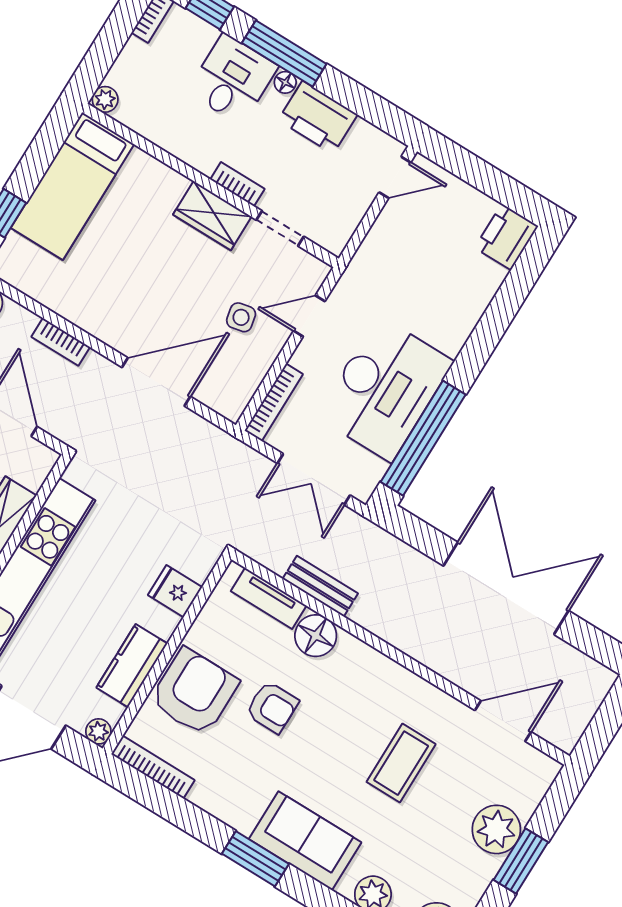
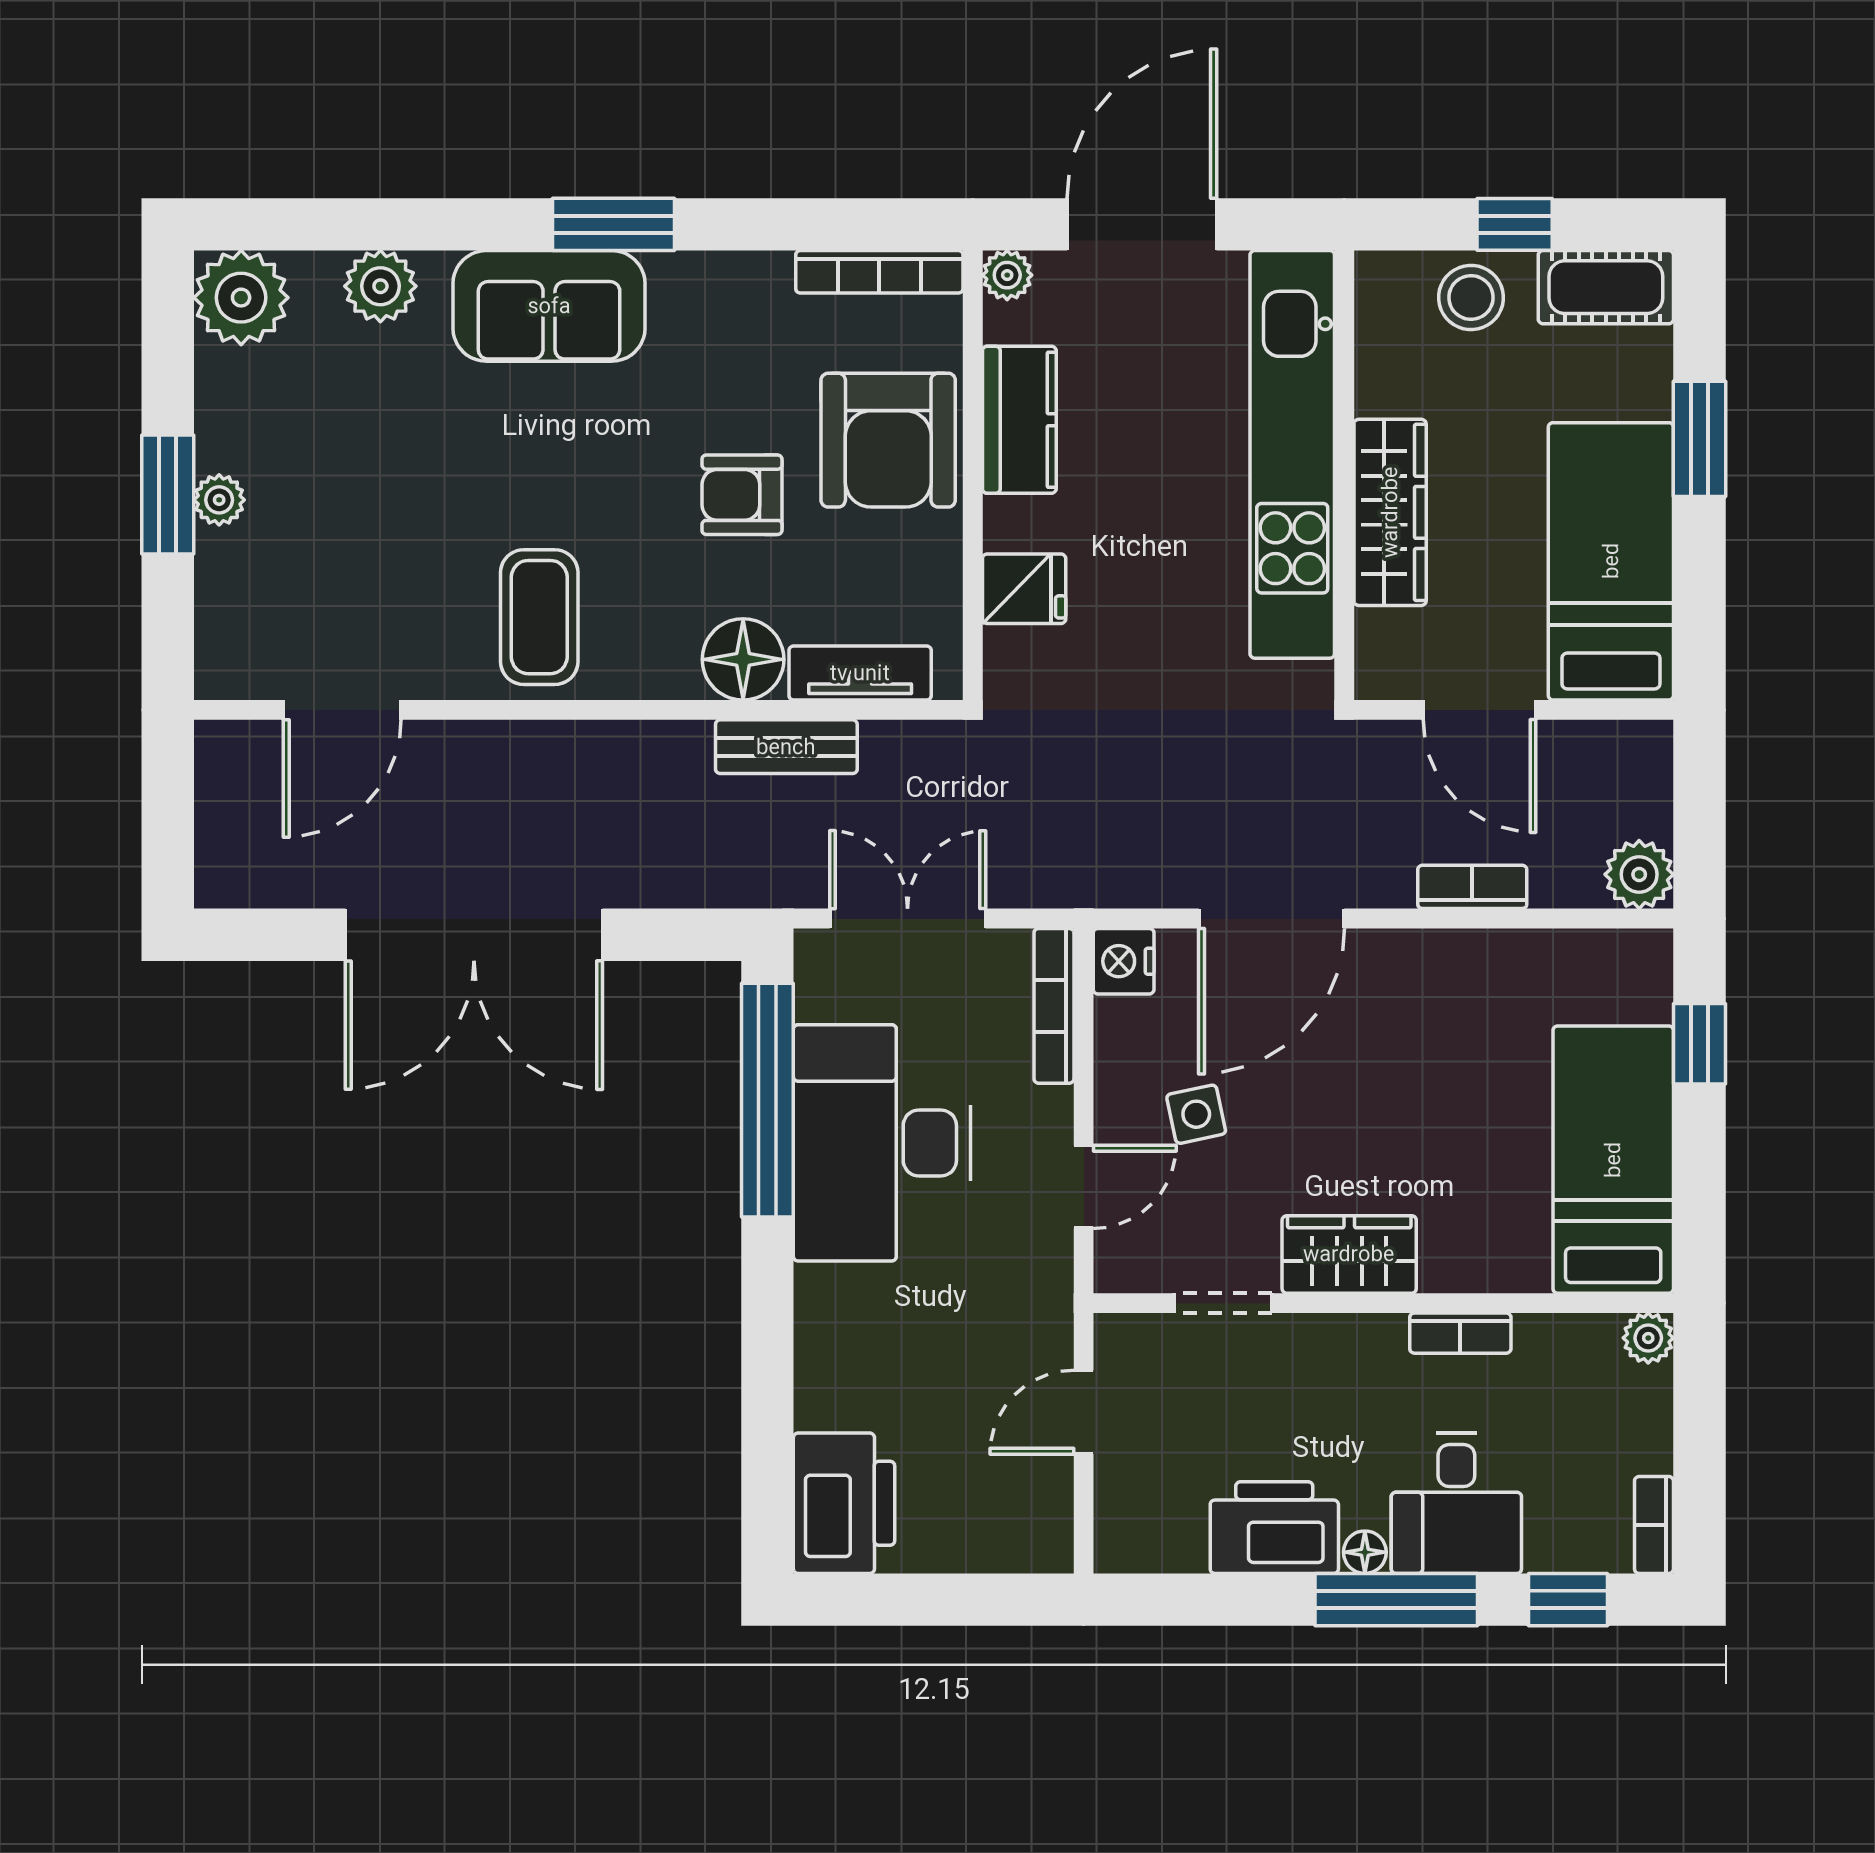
door: (395, 177) -> (1084, 1412), moved
bookcase: (237, 184) -> (1460, 1333), moved
printer: (506, 237) -> (844, 1503), width x1.37, depth x1.19
nightstand: (232, 403) -> (1124, 961), added
coffee table: (401, 763) -> (539, 617), moved
plant: (496, 829) -> (219, 500), width x0.53, depth x0.53

